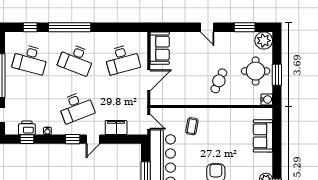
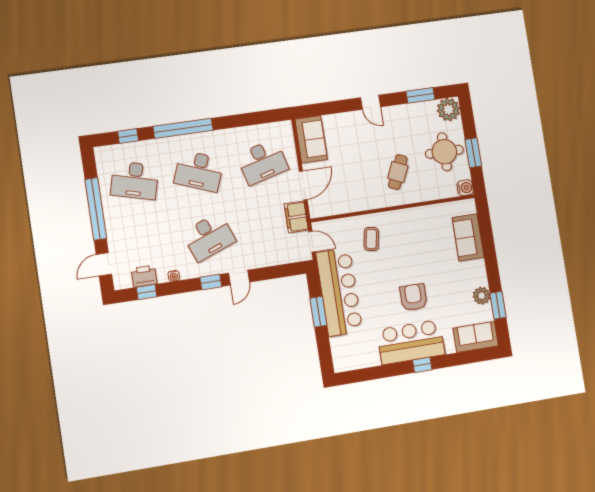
filing cabinet: (116, 127) -> (296, 217), moved, turned -90

